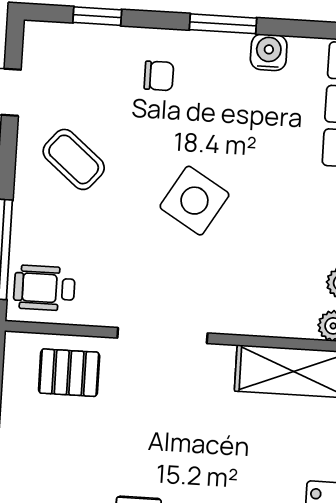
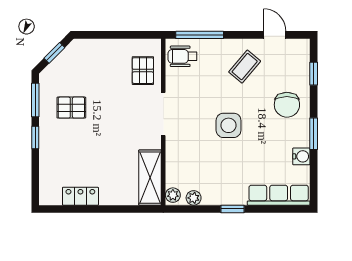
chair: (159, 76) -> (287, 105), width x1.87, depth x1.87
side table: (194, 201) -> (229, 125), turned -31
wheelchair: (44, 288) -> (182, 56), turned -90

